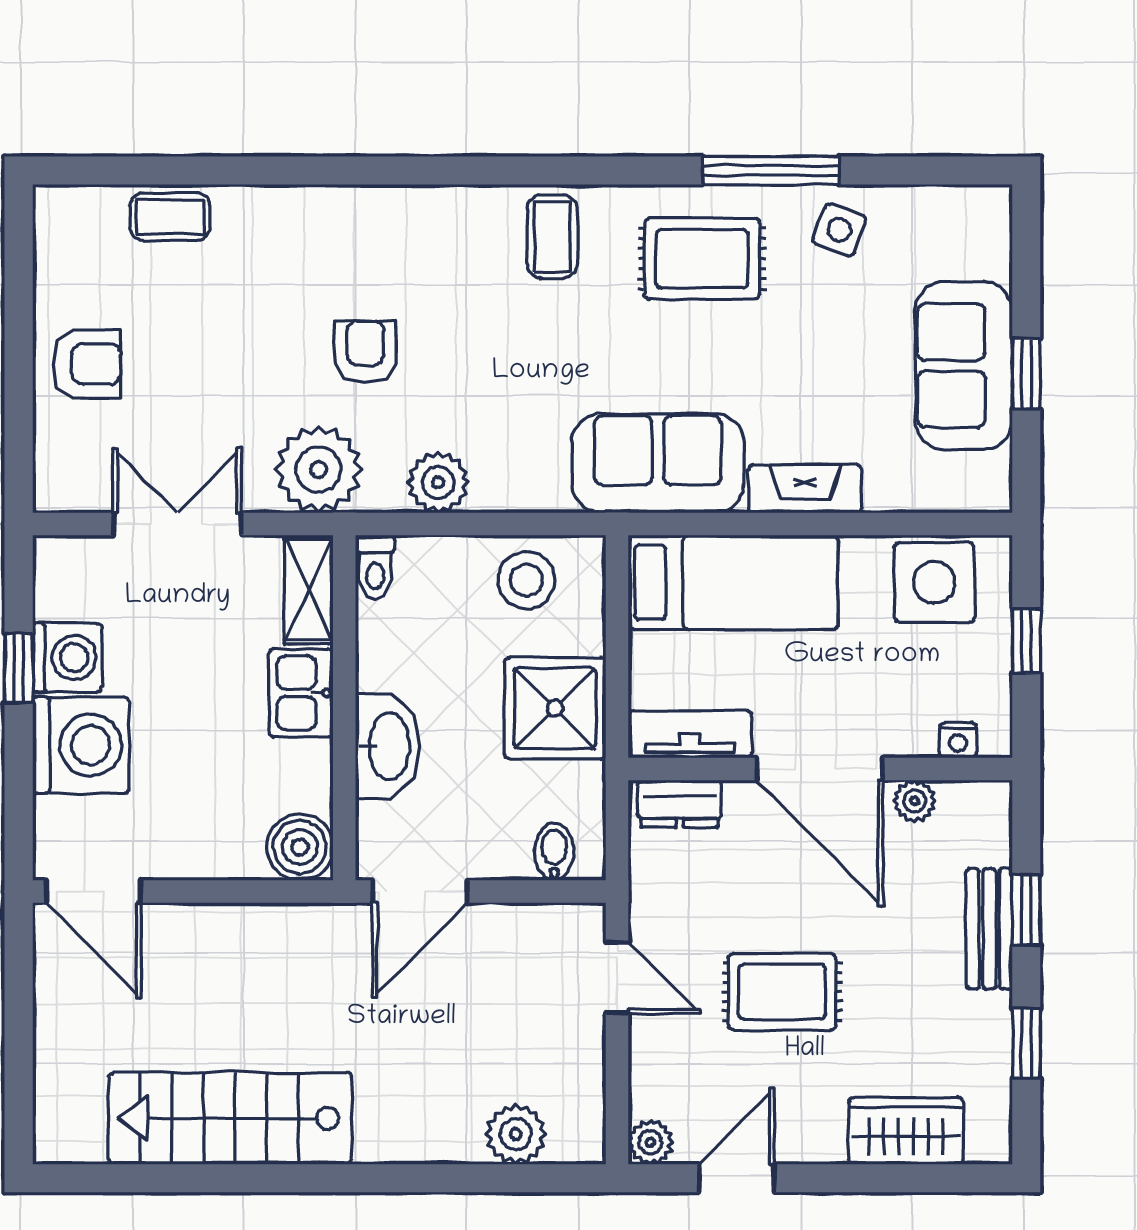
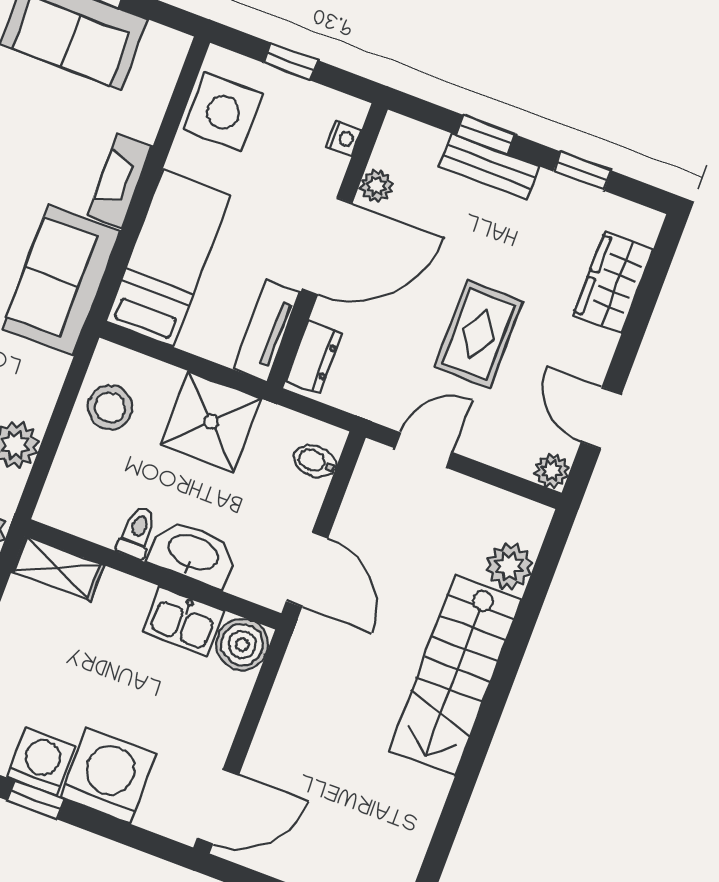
toilet: (375, 567) -> (137, 533), moved, turned -90
kitchen sink: (301, 693) -> (183, 621), moved
stairs: (230, 1118) -> (455, 675), moved

